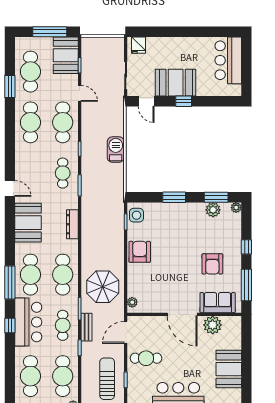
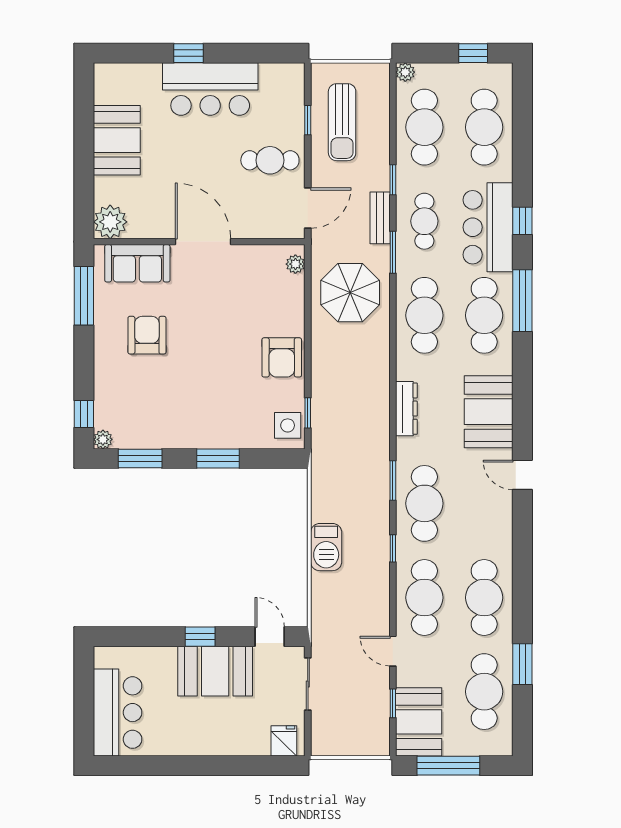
cafe table: (63, 173) -> (424, 503), width x1.37, depth x1.35
plant: (213, 210) -> (146, 435), removed
window: (246, 247) -> (84, 414), moved
plant: (213, 325) -> (110, 222), moved

